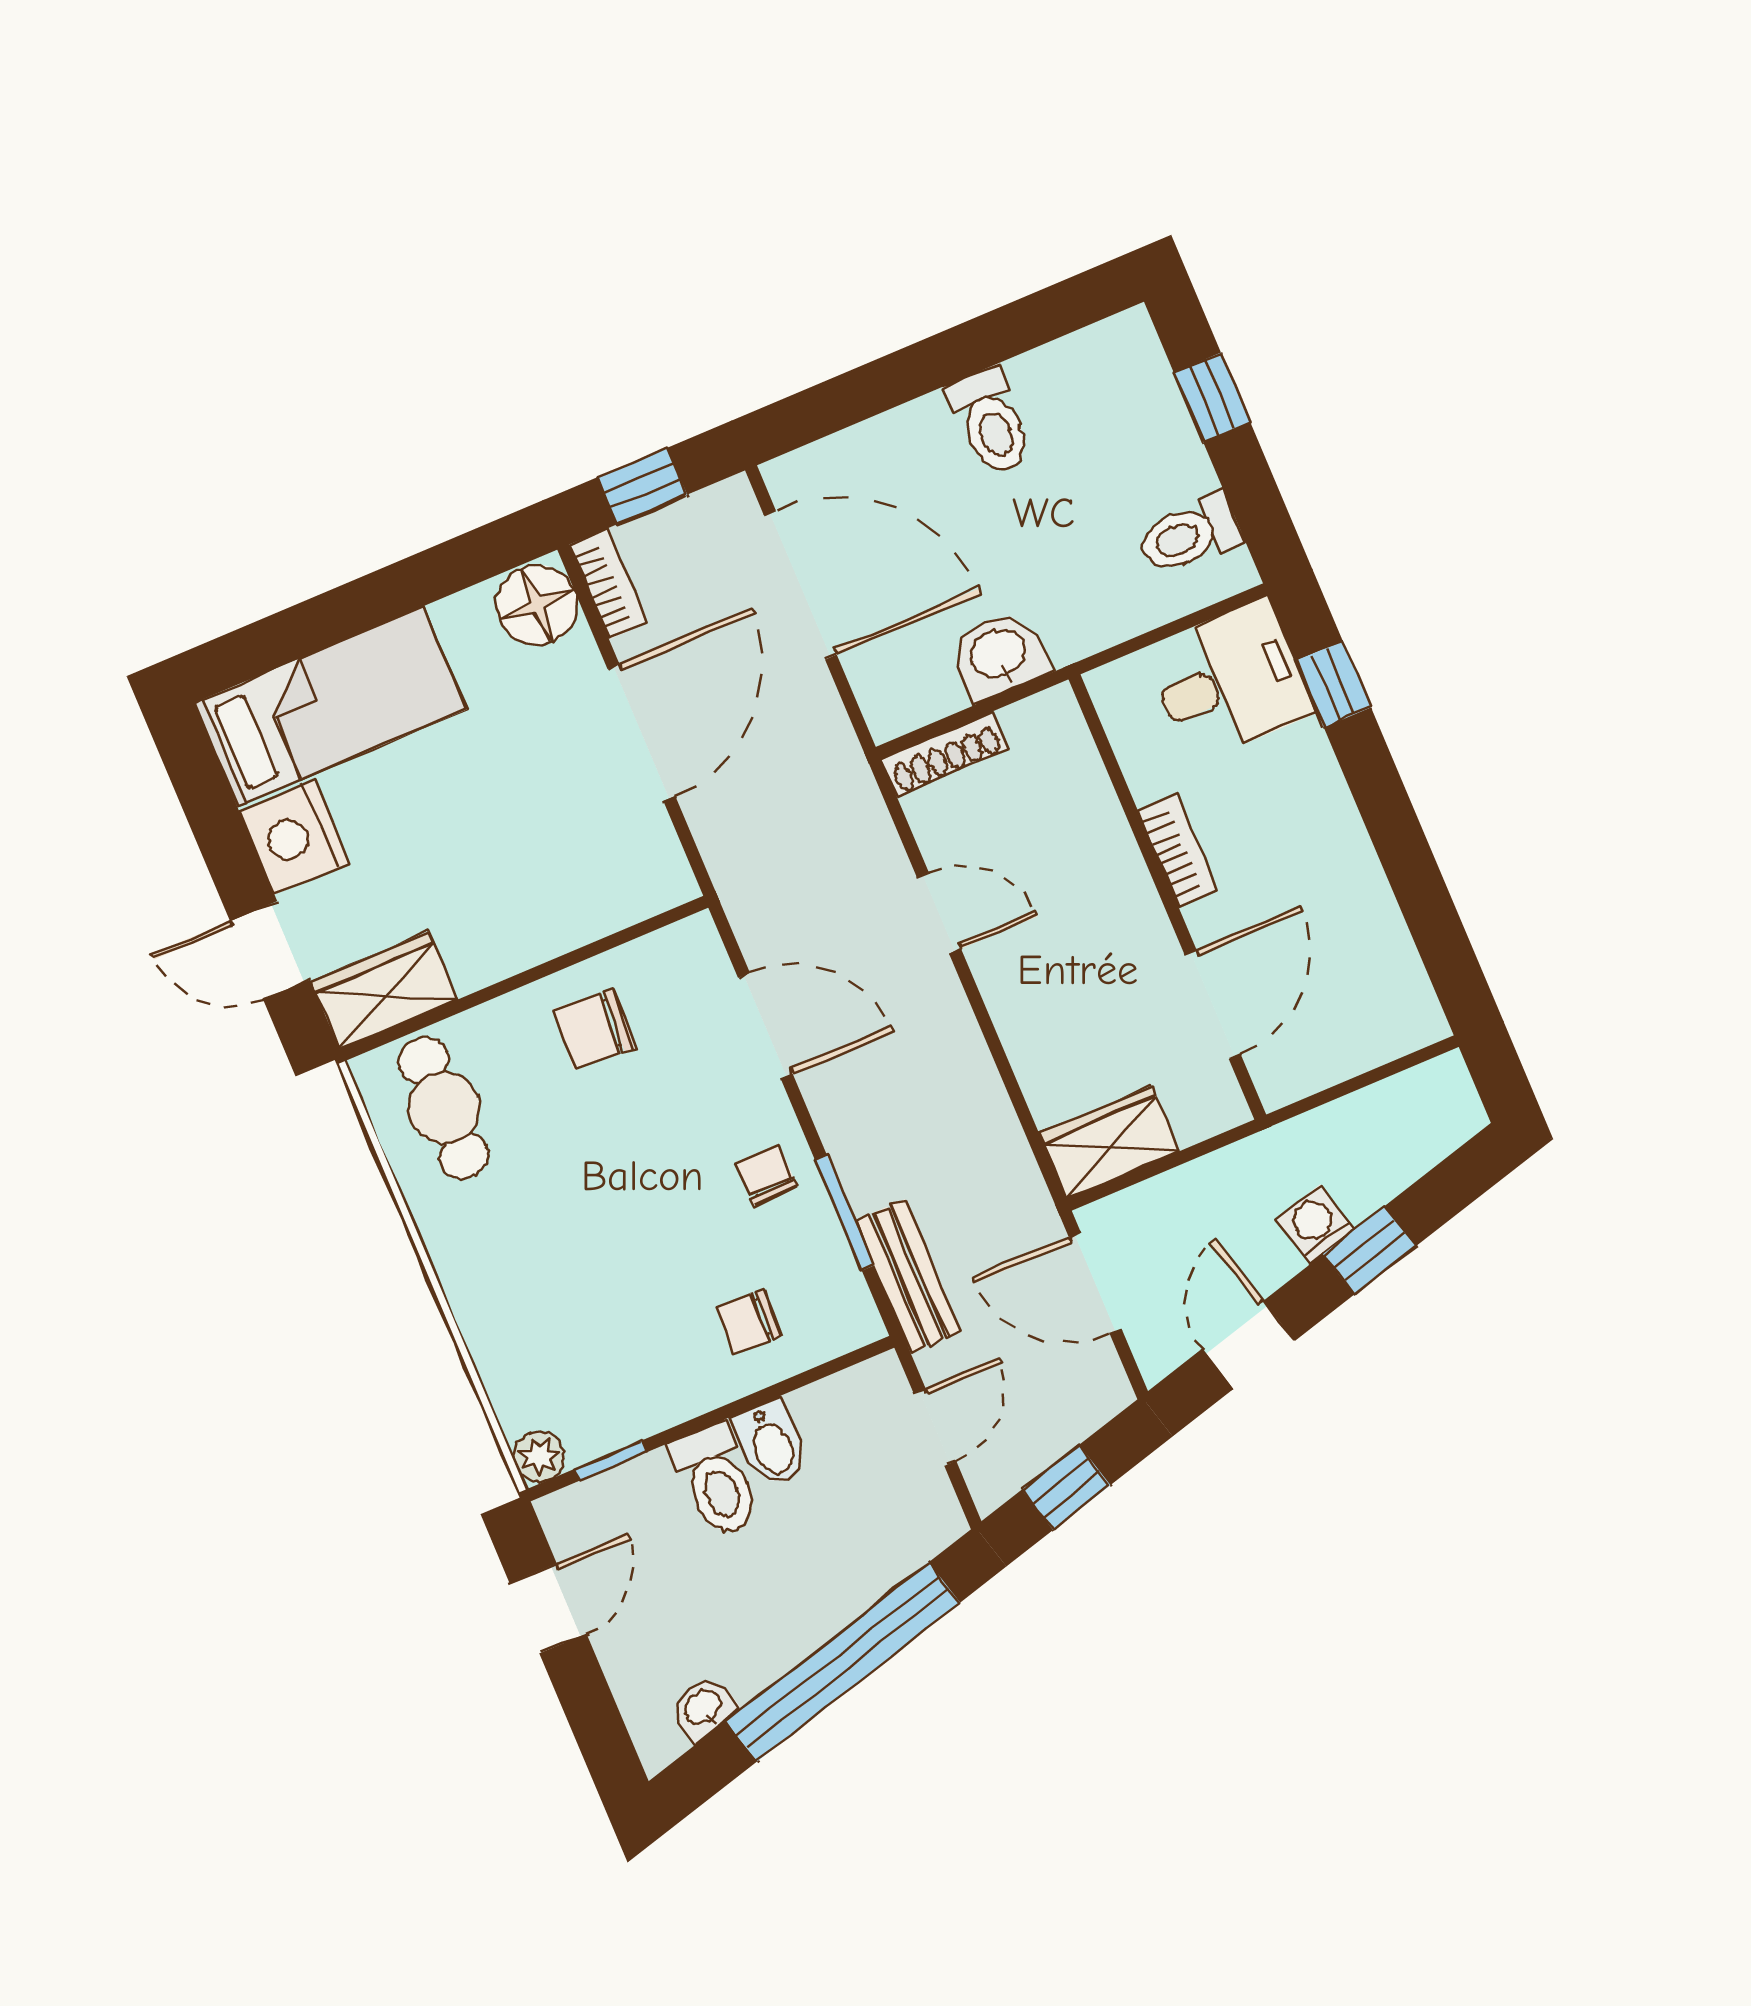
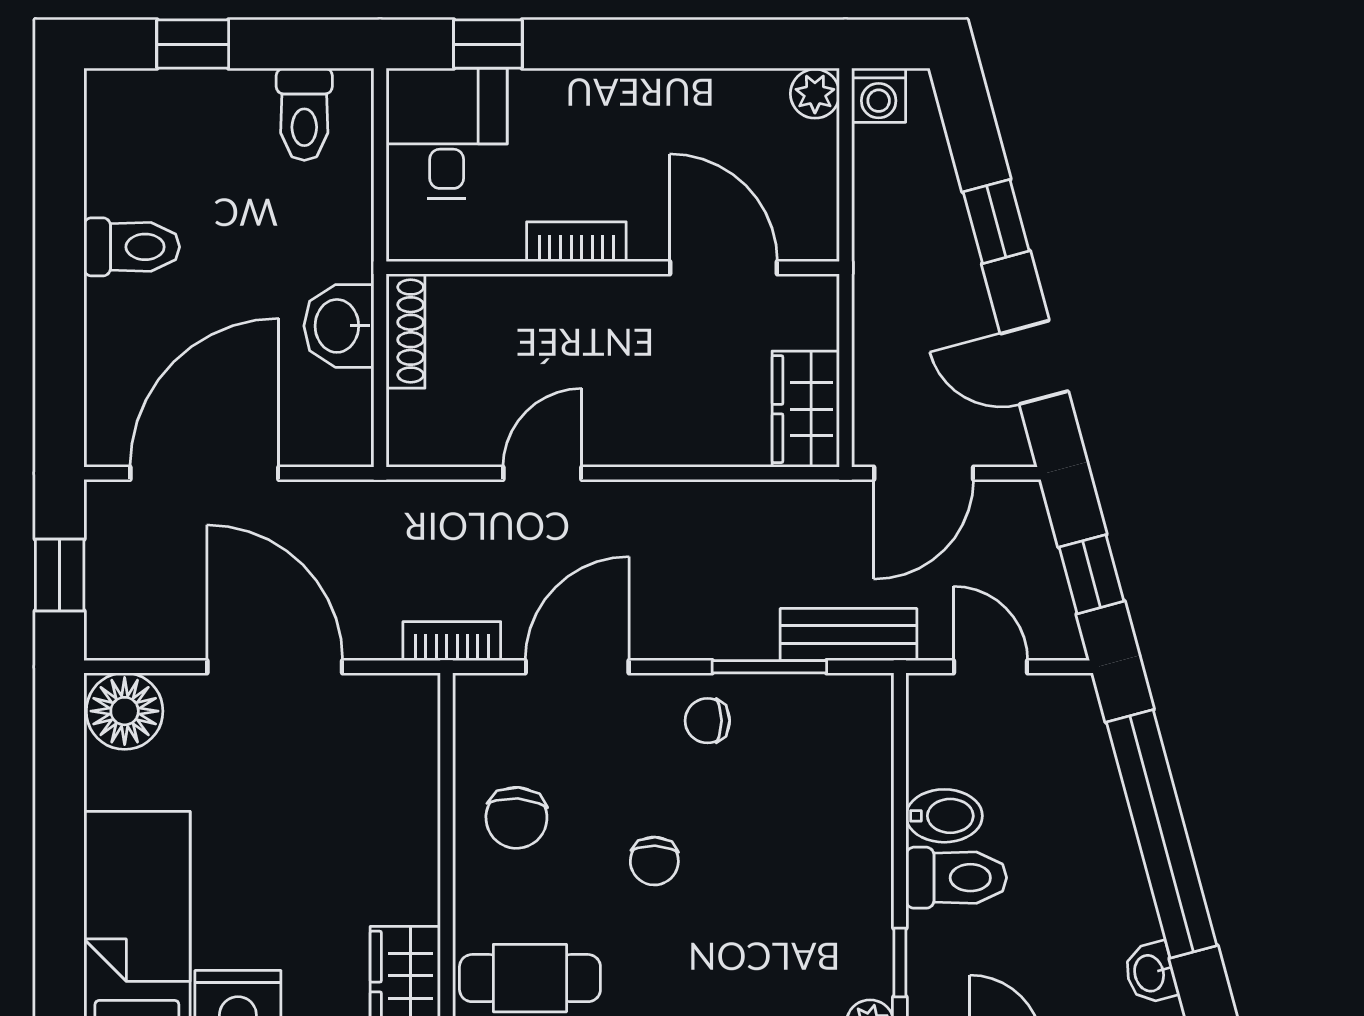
bookcase: (608, 584) -> (452, 641), moved
shoe rack: (944, 754) -> (406, 331), moved
plant: (1419, 1022) -> (815, 94), added
washing machine: (1315, 1224) -> (879, 95), moved, turned -75
chair: (748, 1322) -> (654, 861), moved

